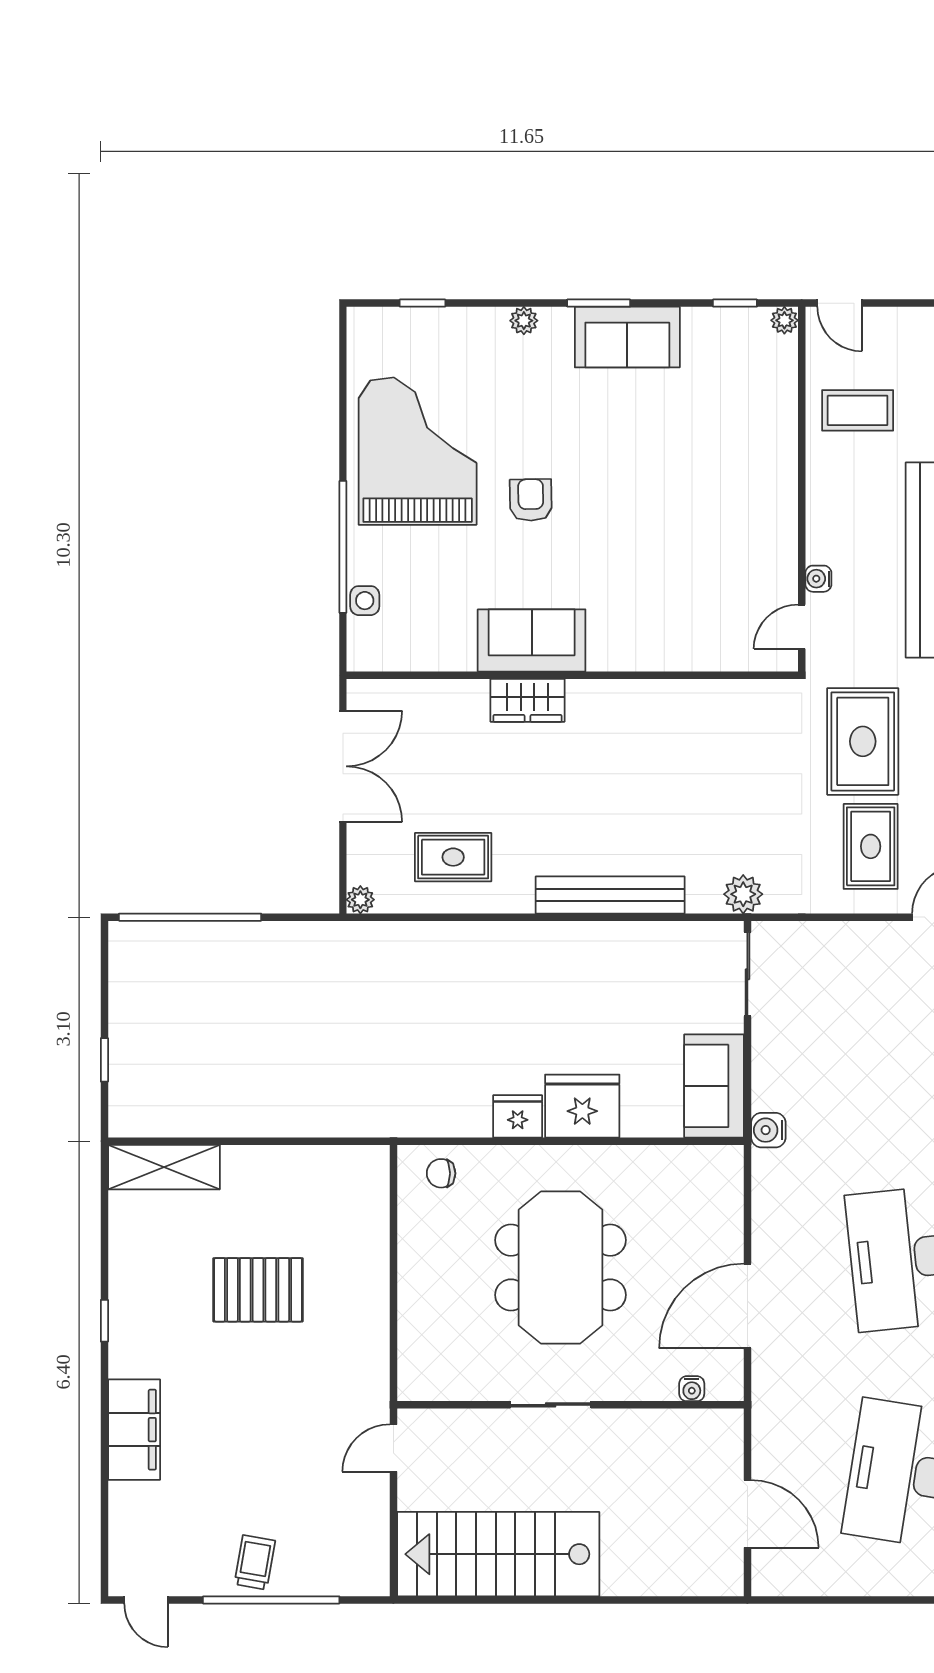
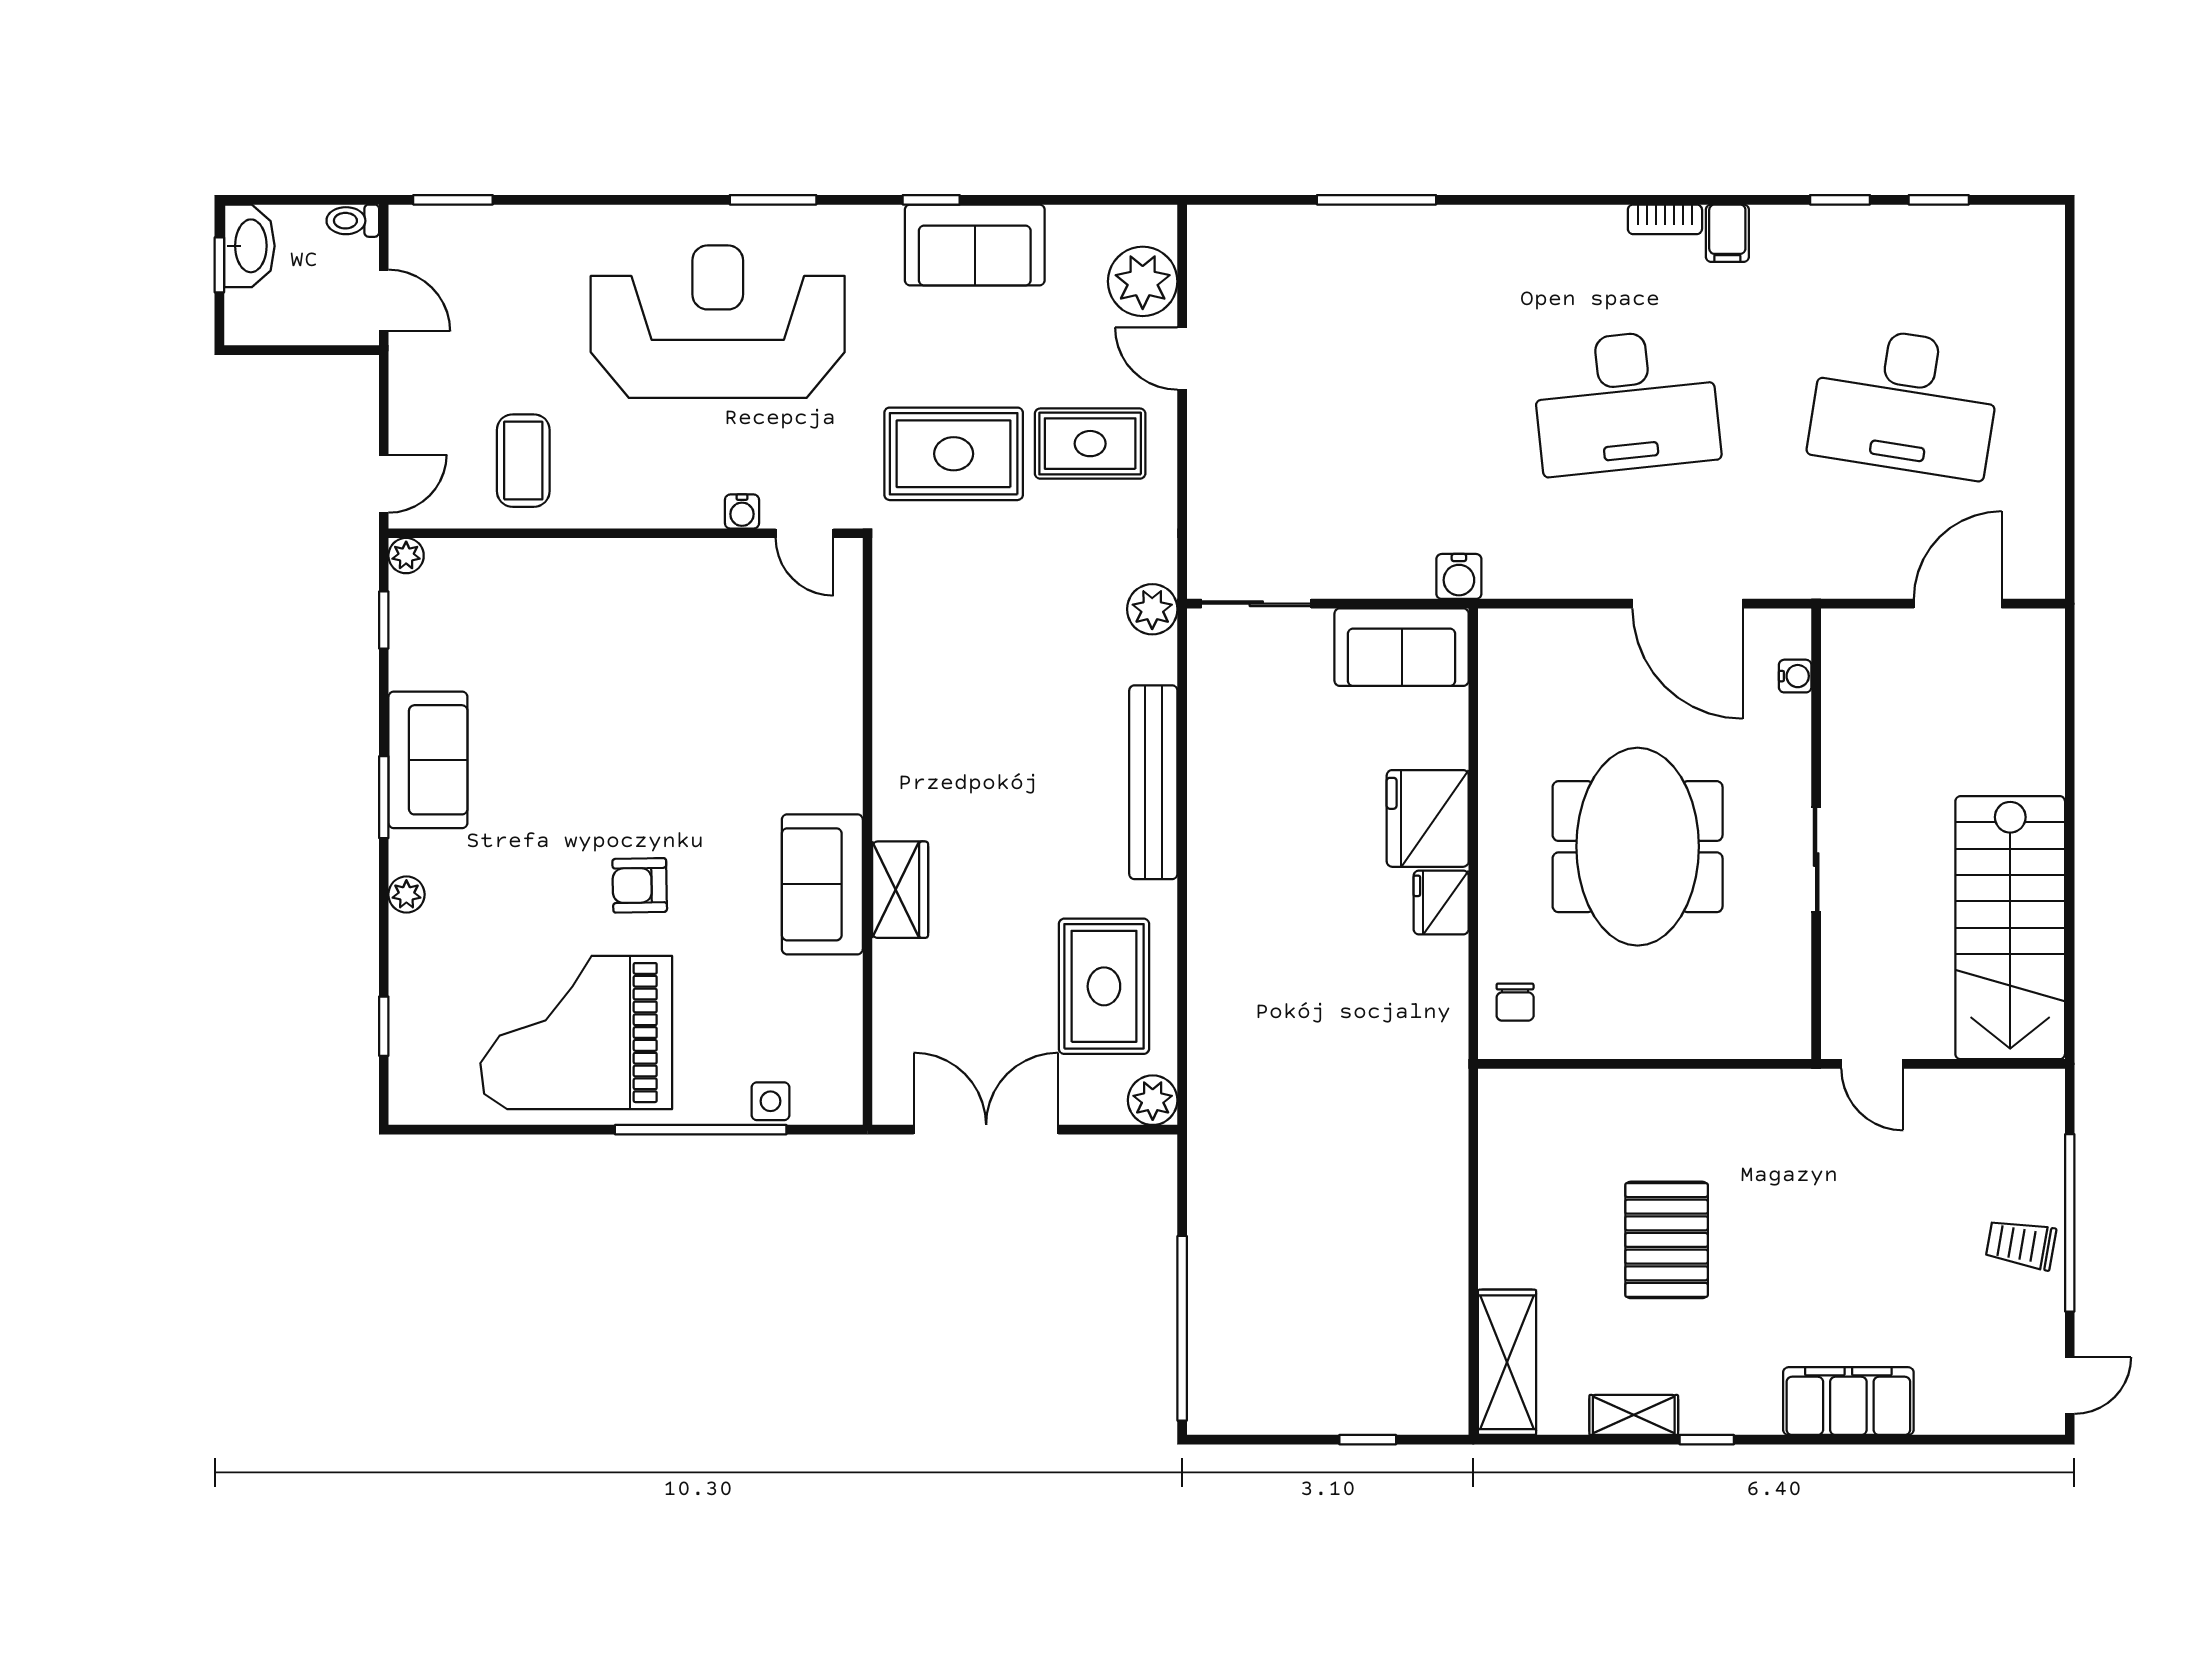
rug: (453, 857) -> (1104, 986), width x1.36, depth x1.43
plant: (360, 900) -> (1153, 1100), width x1.38, depth x1.38
shelving: (123, 1265) -> (1634, 1415), added
meeting table: (561, 1268) -> (1638, 847), turned 90

